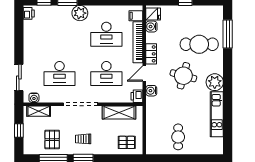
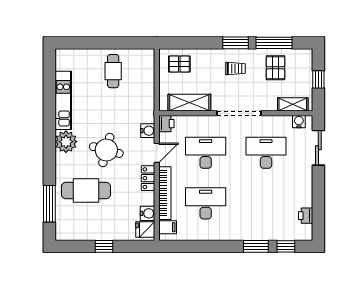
printer: (29, 13) -> (306, 216), moved
plant: (80, 13) -> (240, 231), removed

